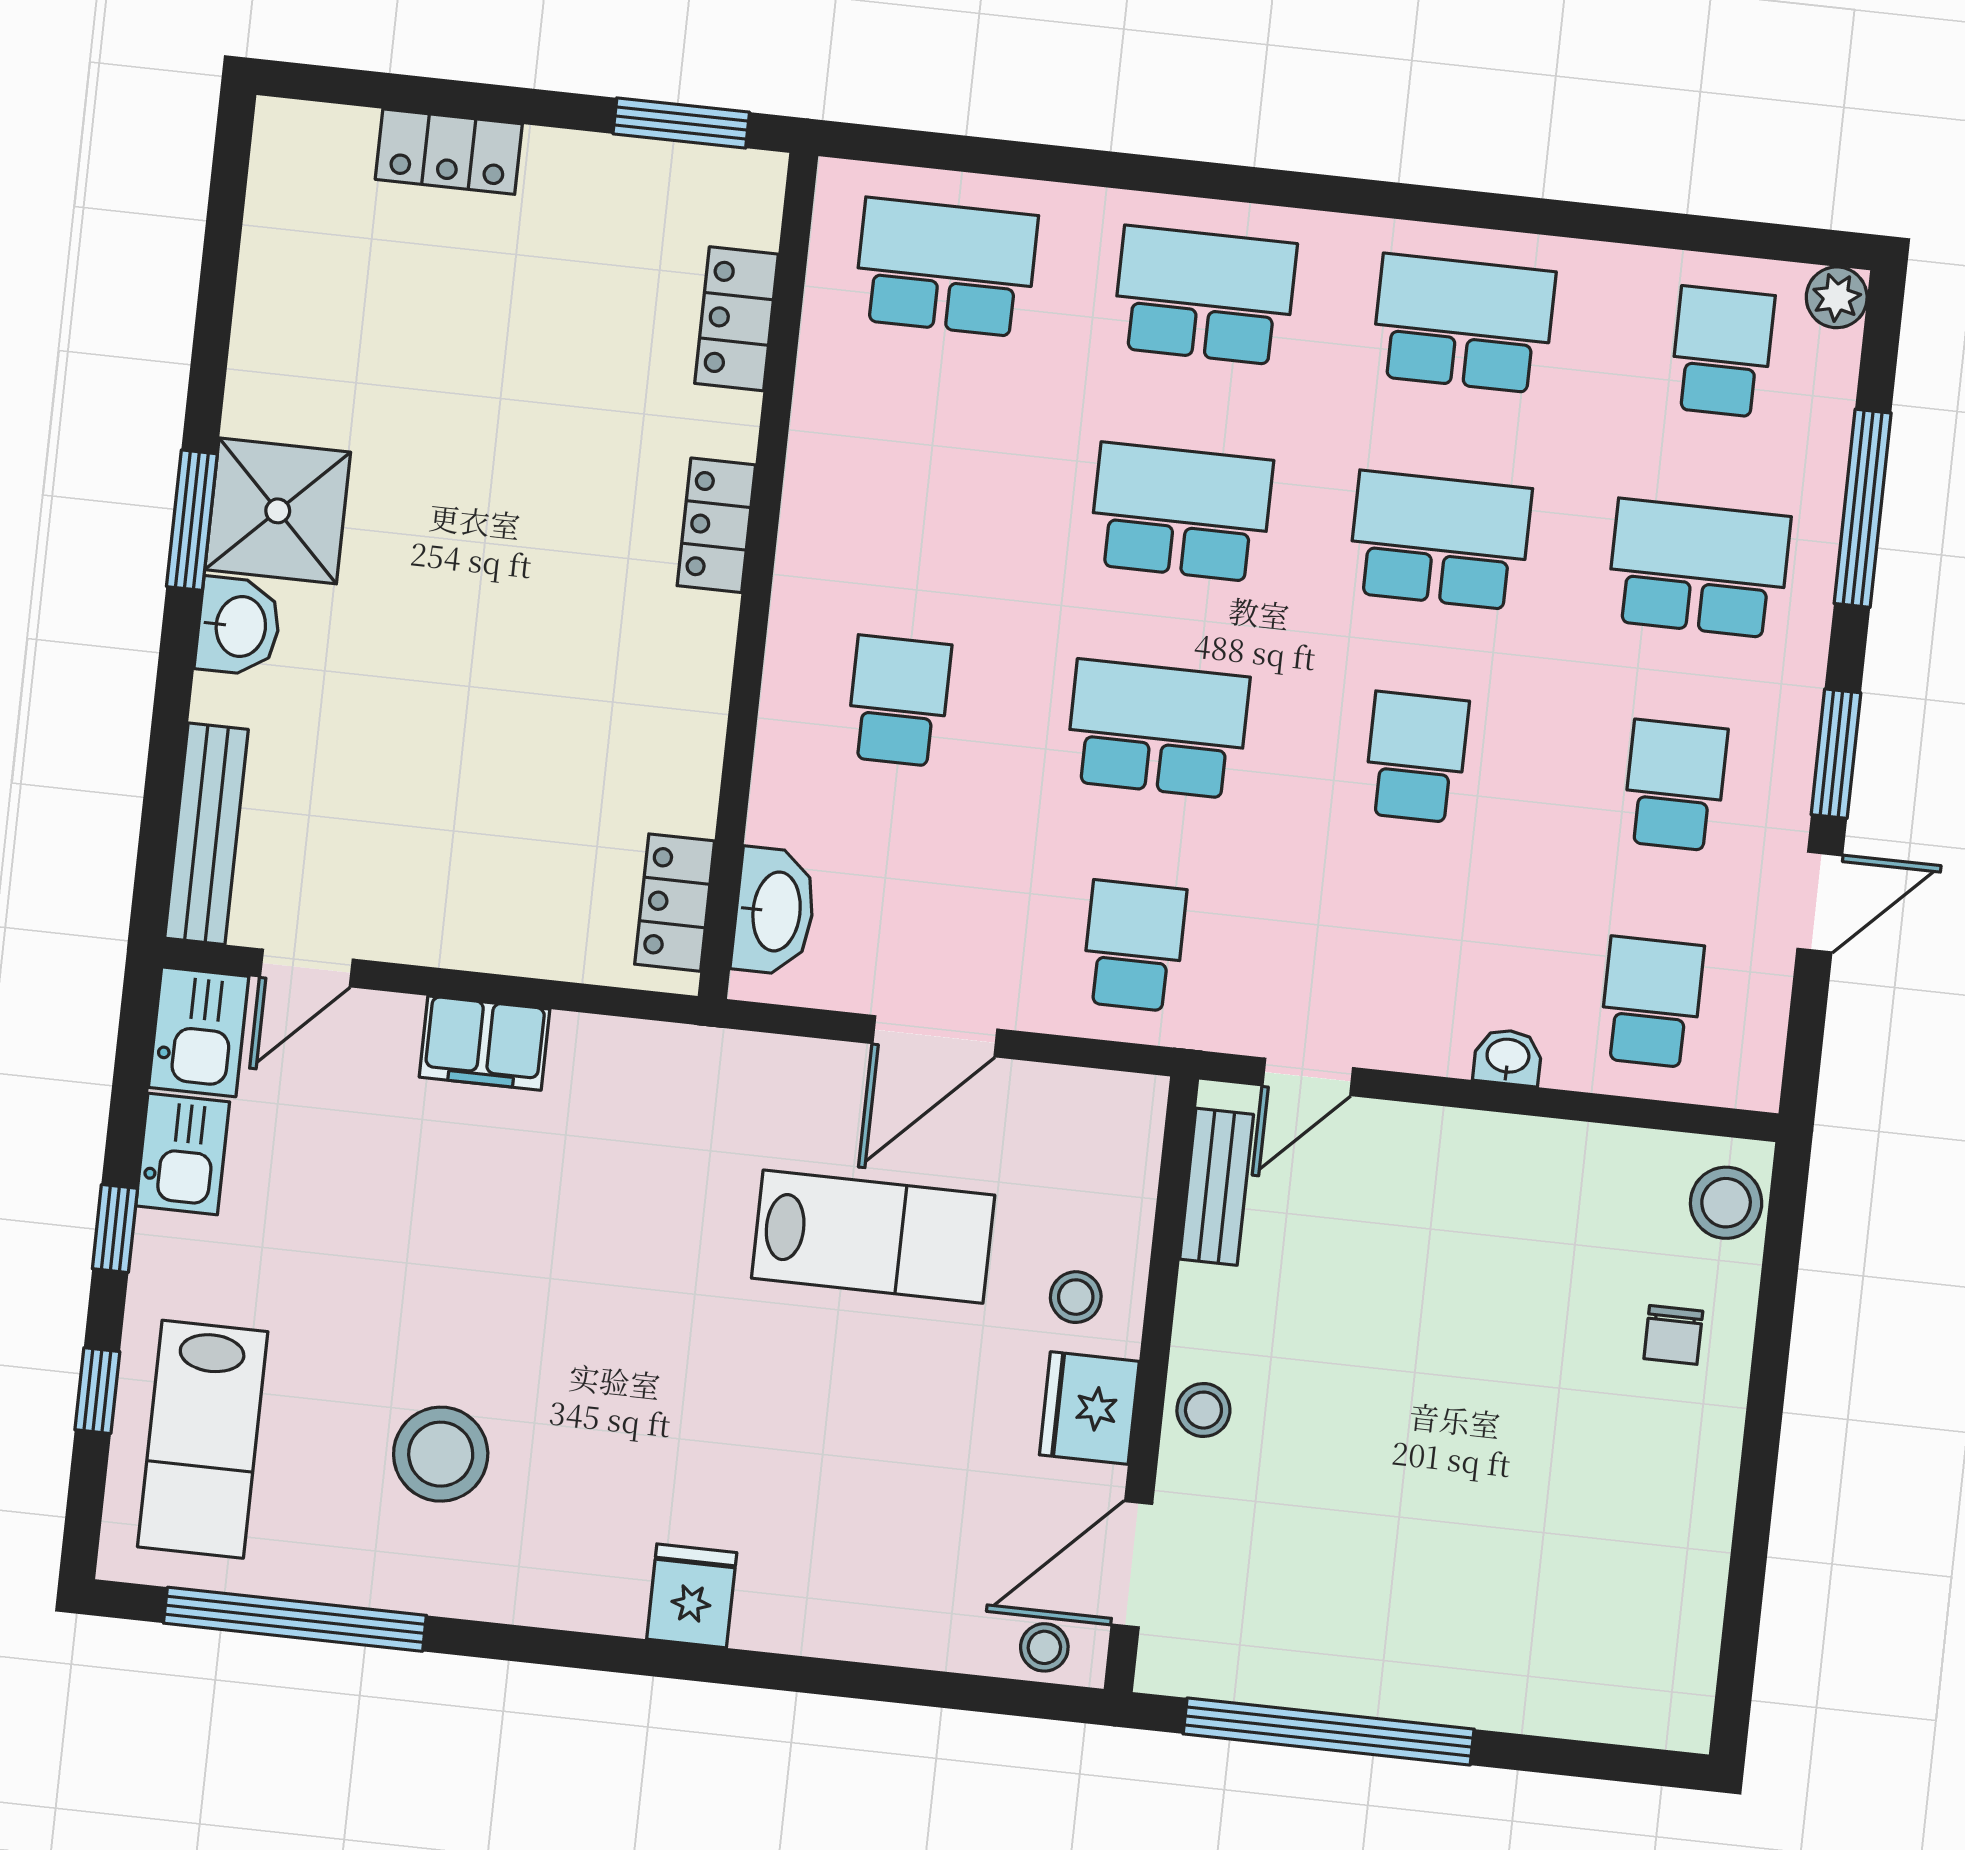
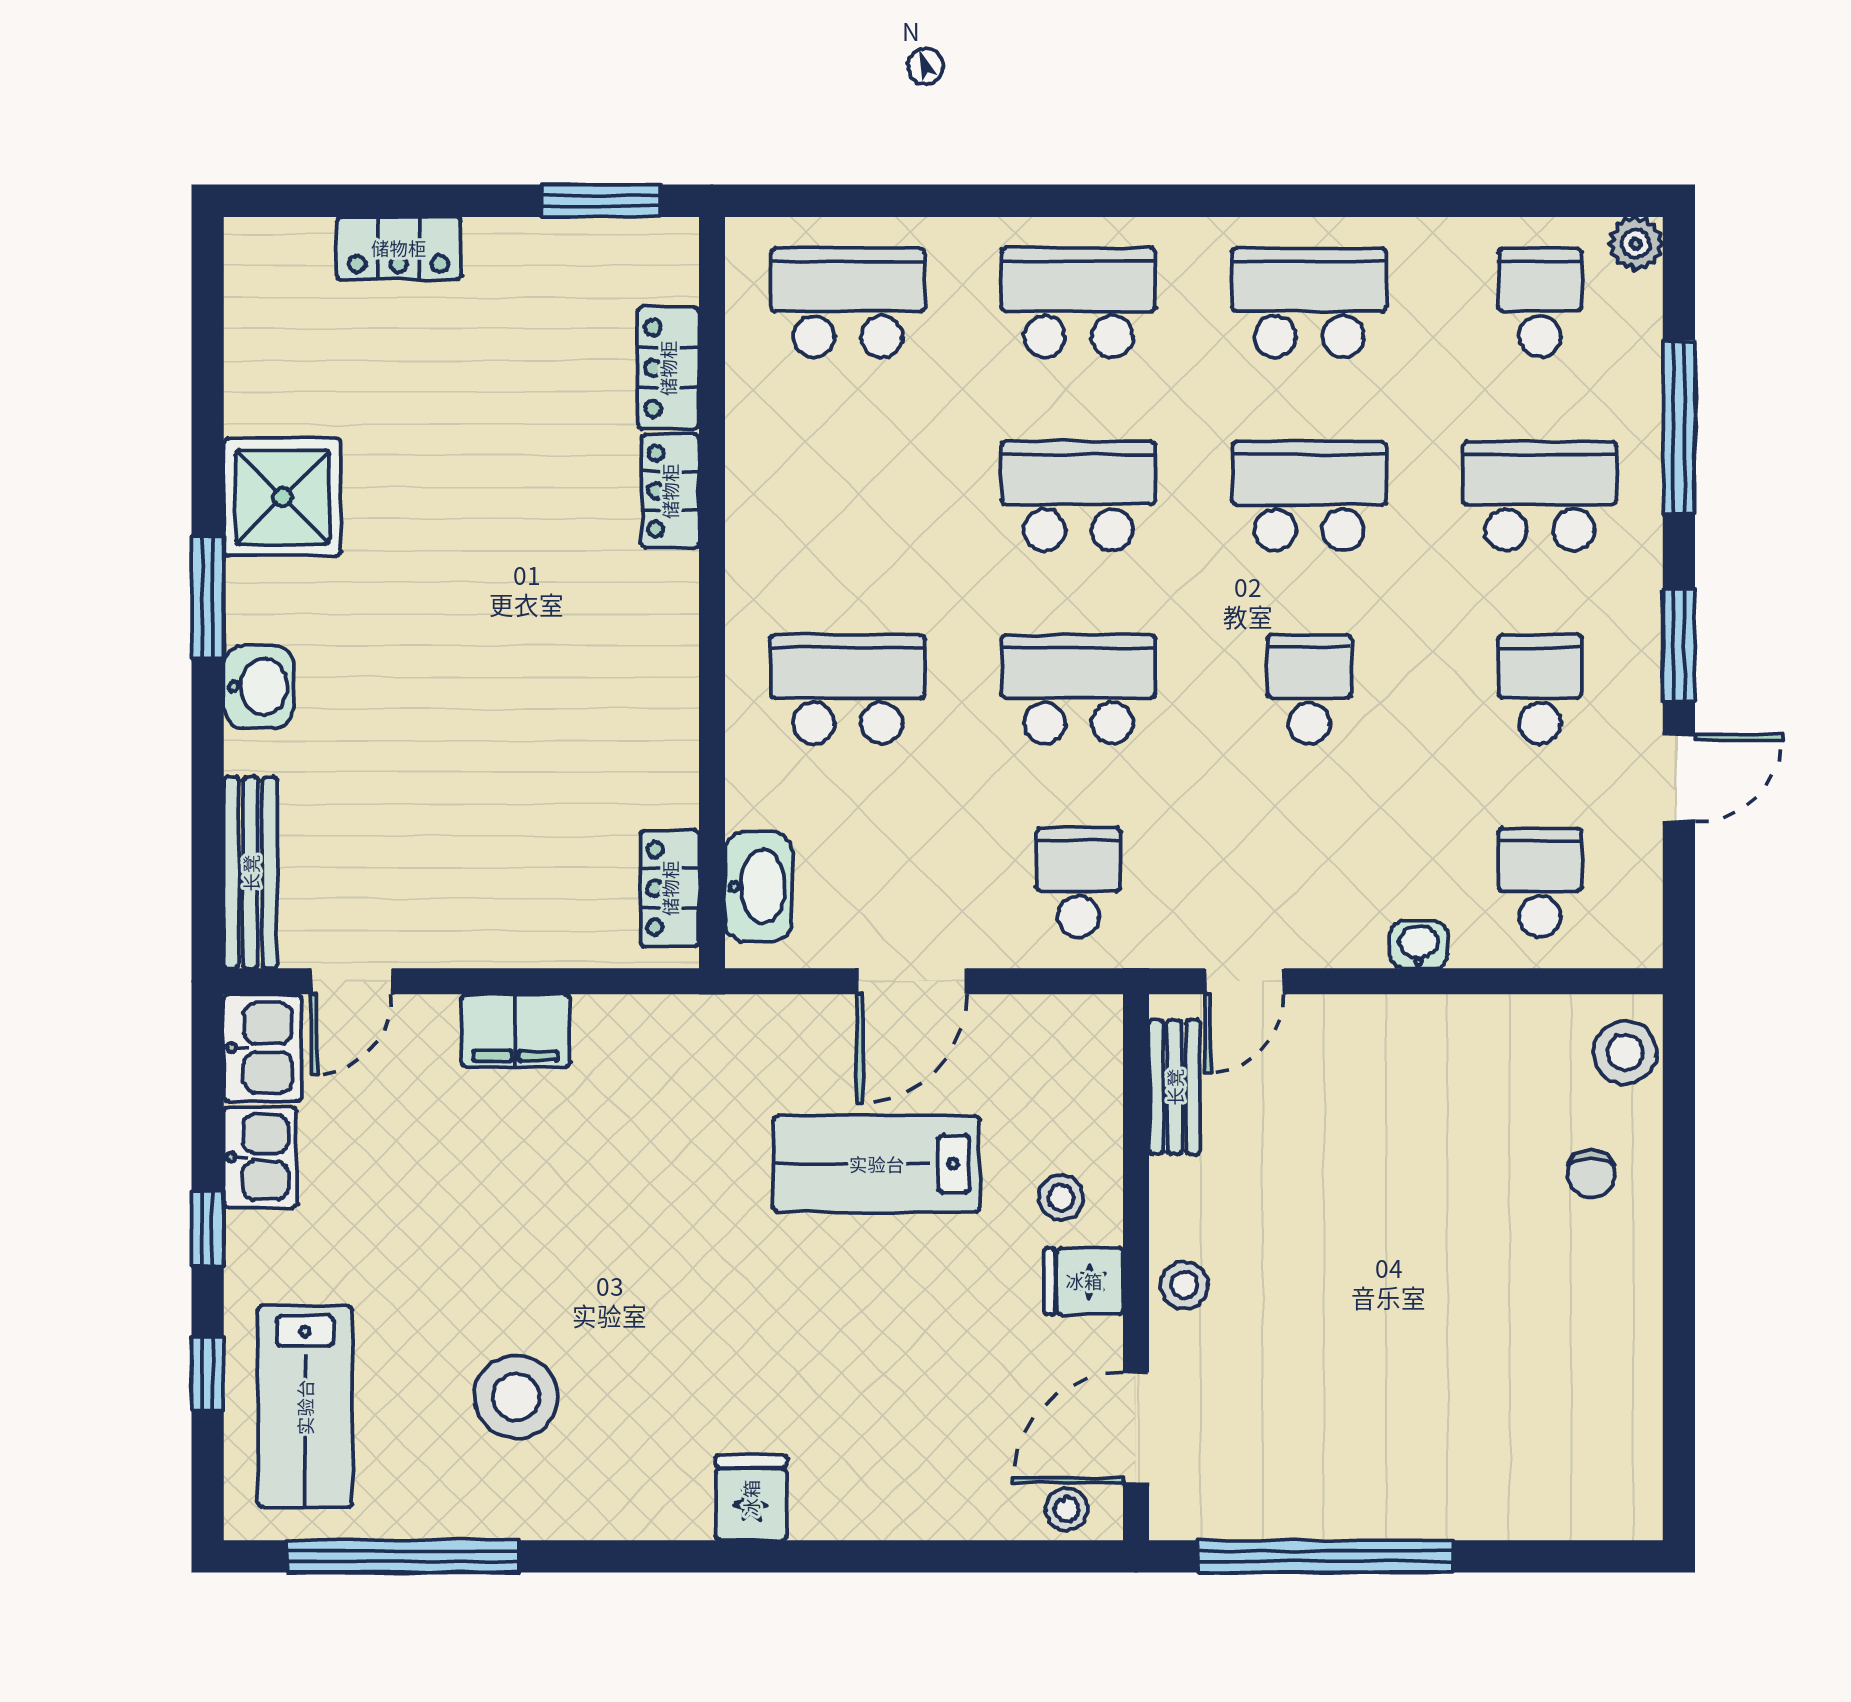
shower: (278, 511) -> (282, 497), moved
locker: (716, 525) -> (670, 491), moved
school desk: (899, 701) -> (848, 689), width x1.85
lab bench: (873, 1237) -> (877, 1164), turned 180
fridge: (1089, 1408) -> (1084, 1281), width x0.72

